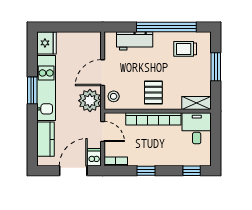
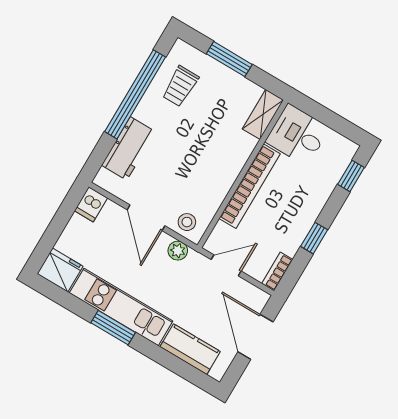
pallet: (153, 93) -> (214, 165), removed
plant: (90, 101) -> (178, 251), width x0.53, depth x0.53
dishwasher: (94, 157) -> (91, 204), moved, turned -90

